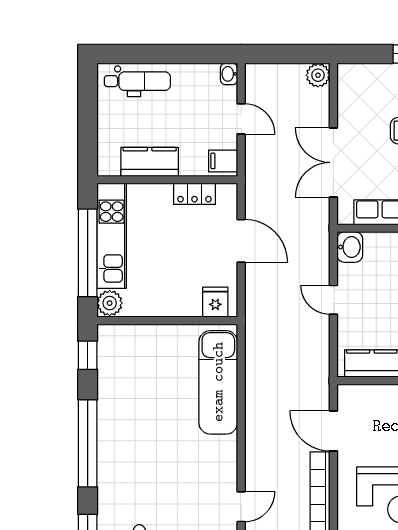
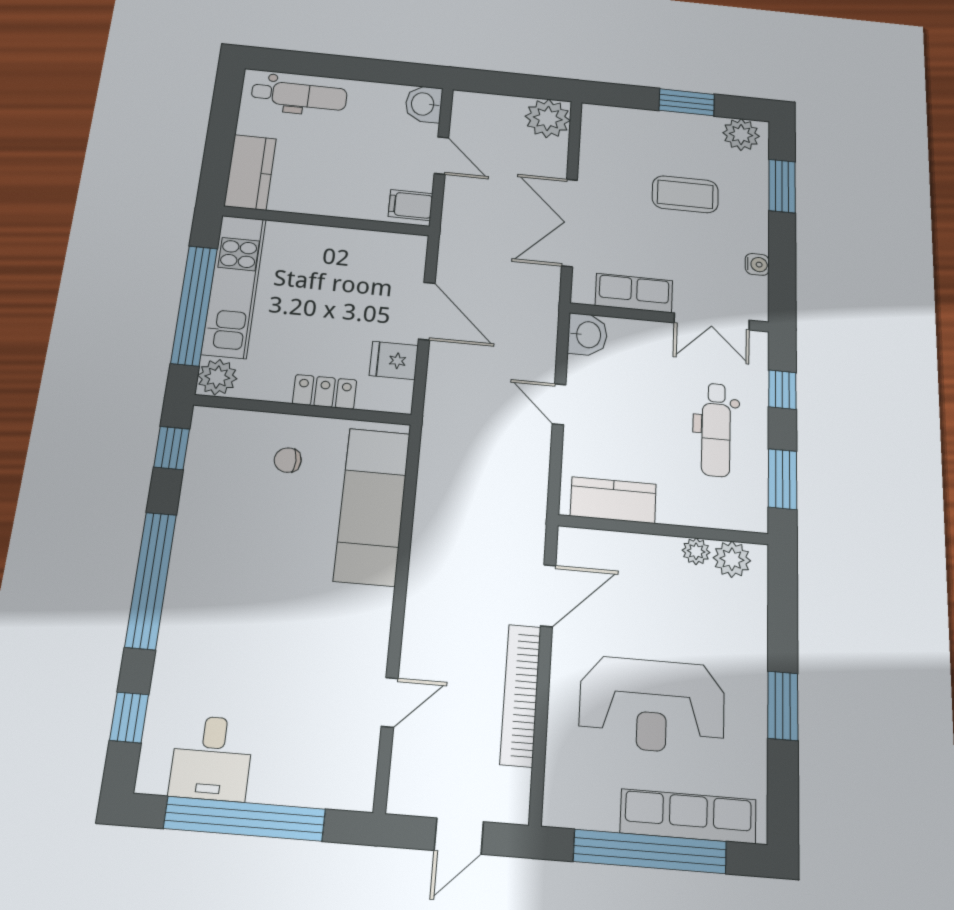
washbasin: (229, 74) -> (424, 104), width x1.38, depth x1.45
plant: (318, 75) -> (548, 118), width x1.36, depth x1.36
kitchen counter: (150, 162) -> (250, 172), moved, turned 90
locker: (194, 194) -> (325, 392), moved, turned 180
fridge: (215, 302) -> (394, 360), moved, turned -90
chair: (162, 356) -> (288, 460), added
door: (333, 431) -> (548, 596), swing flipped

